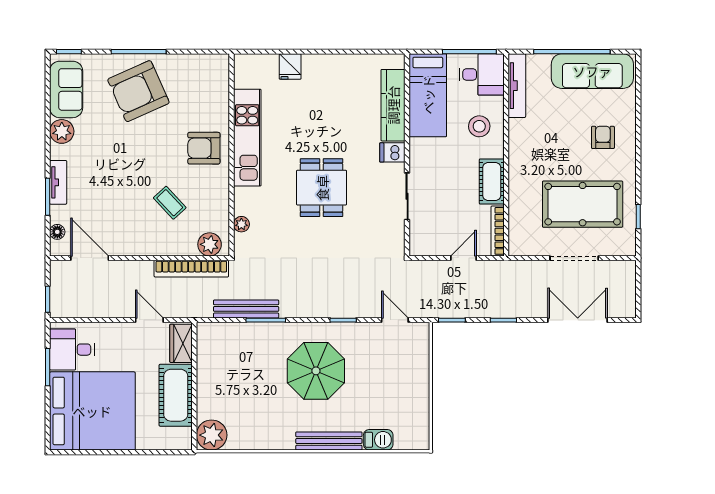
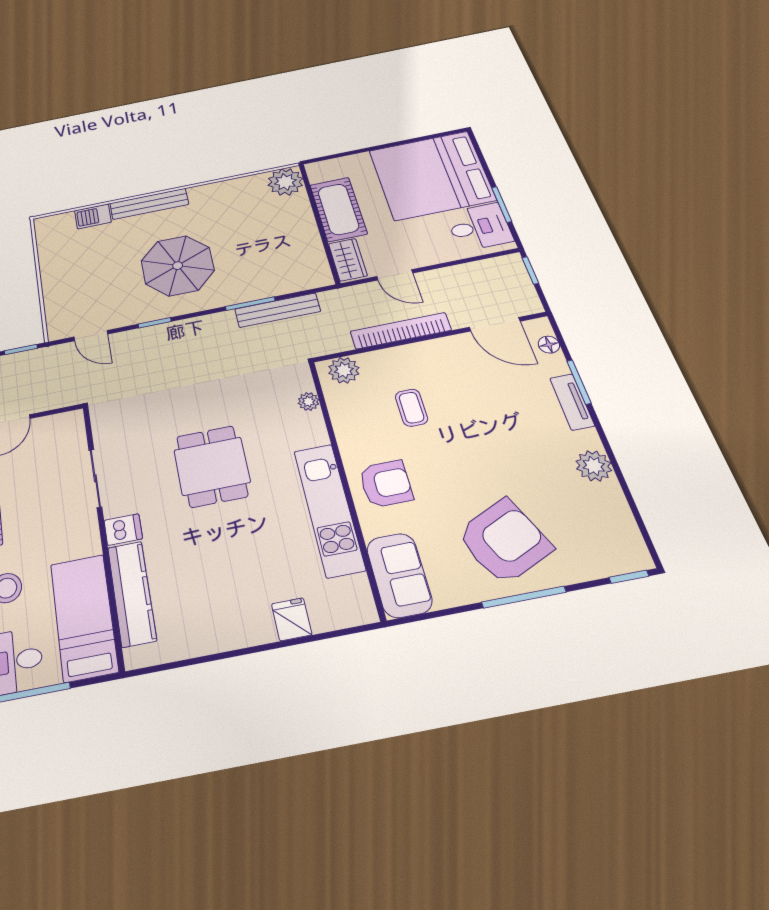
sofa: (66, 89) -> (399, 575), moved, turned 180
coffee table: (170, 203) -> (411, 408), turned 43
bookcase: (191, 269) -> (401, 331), moved

